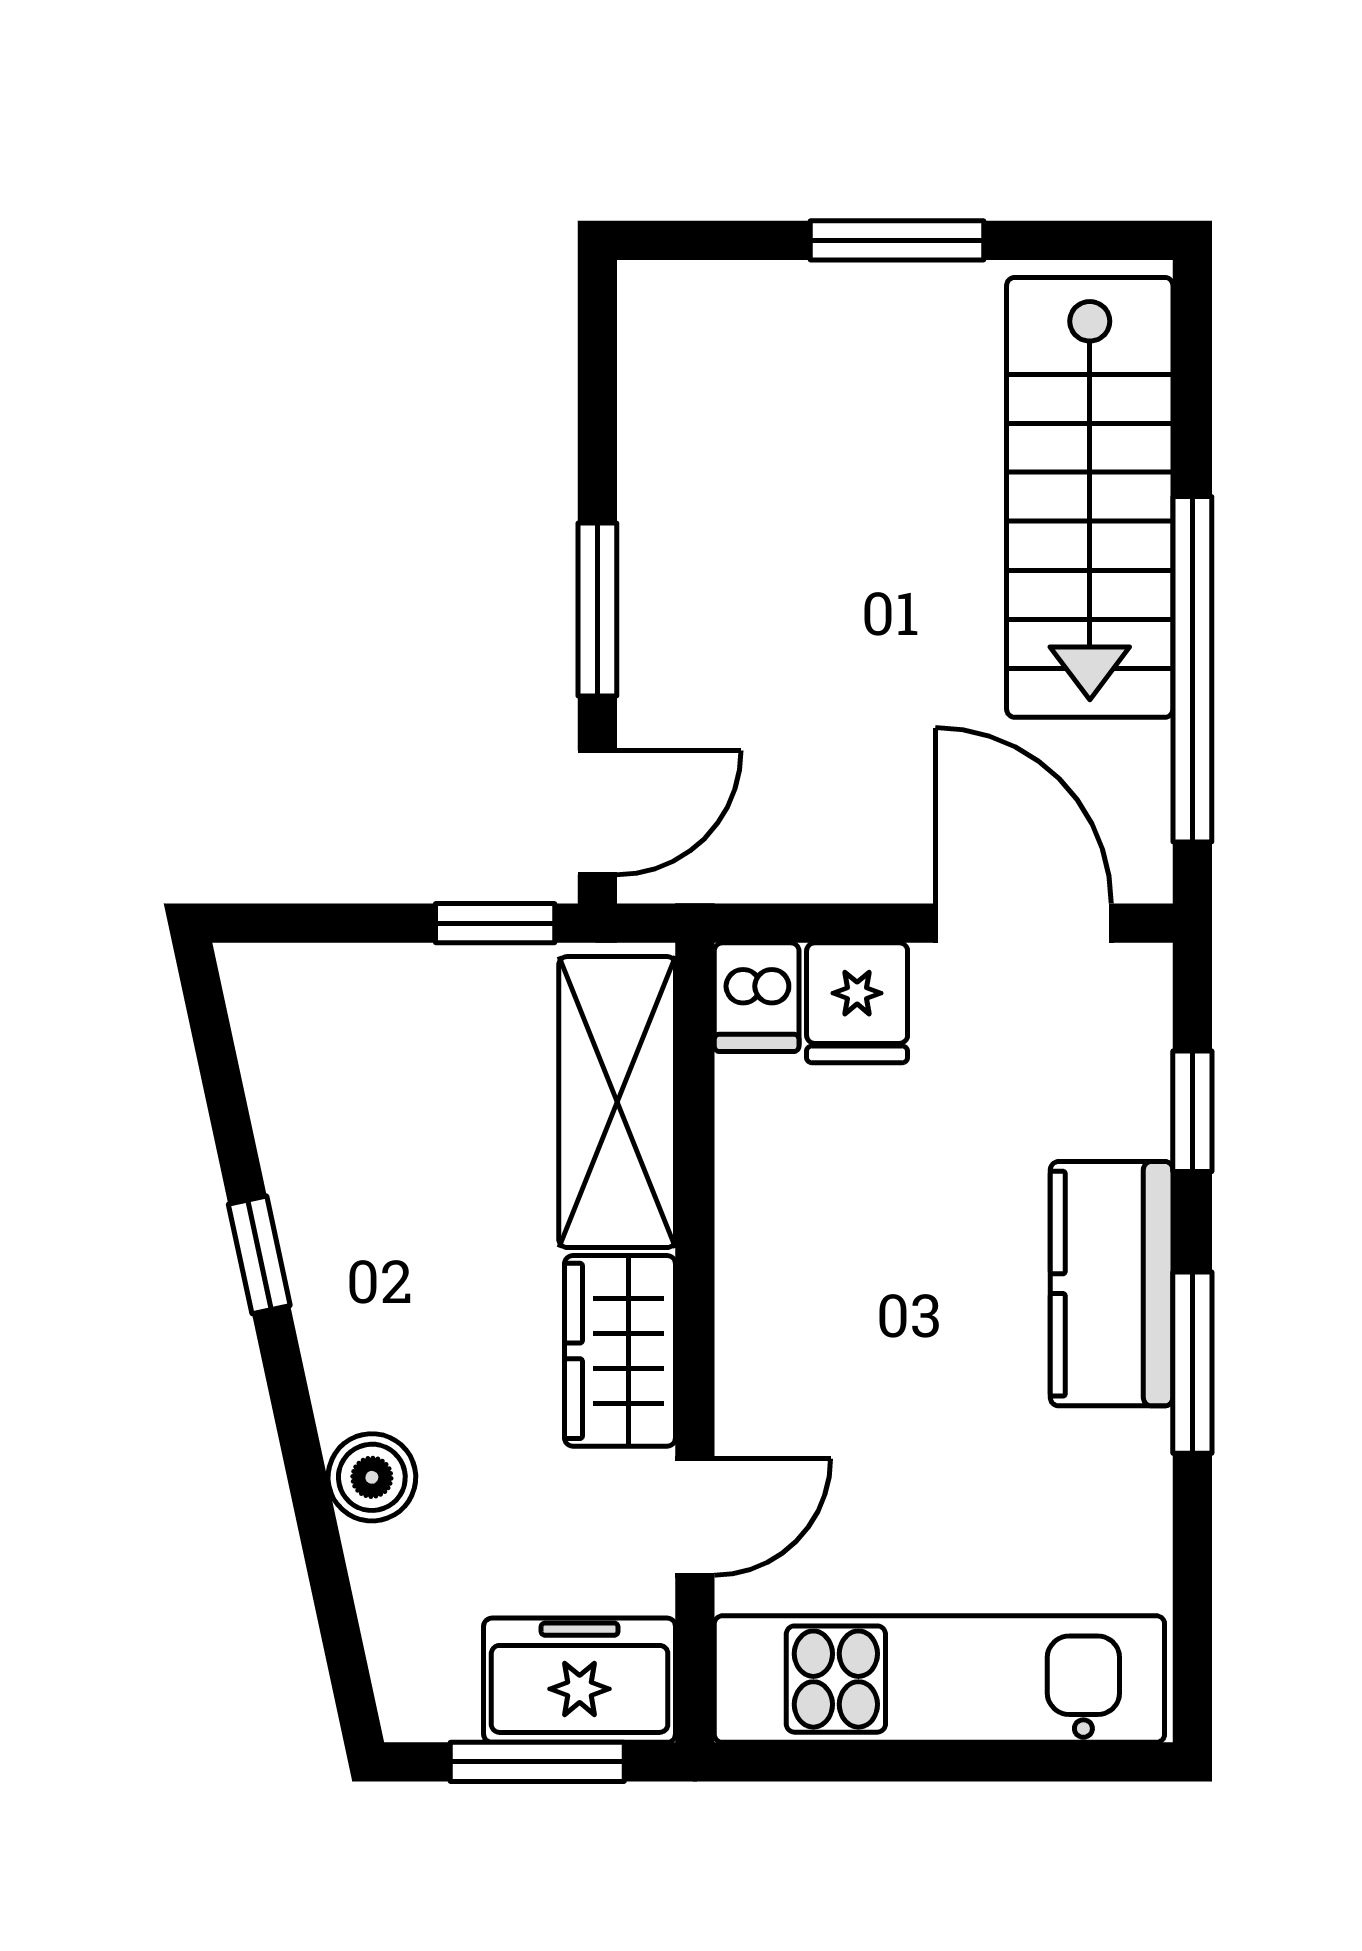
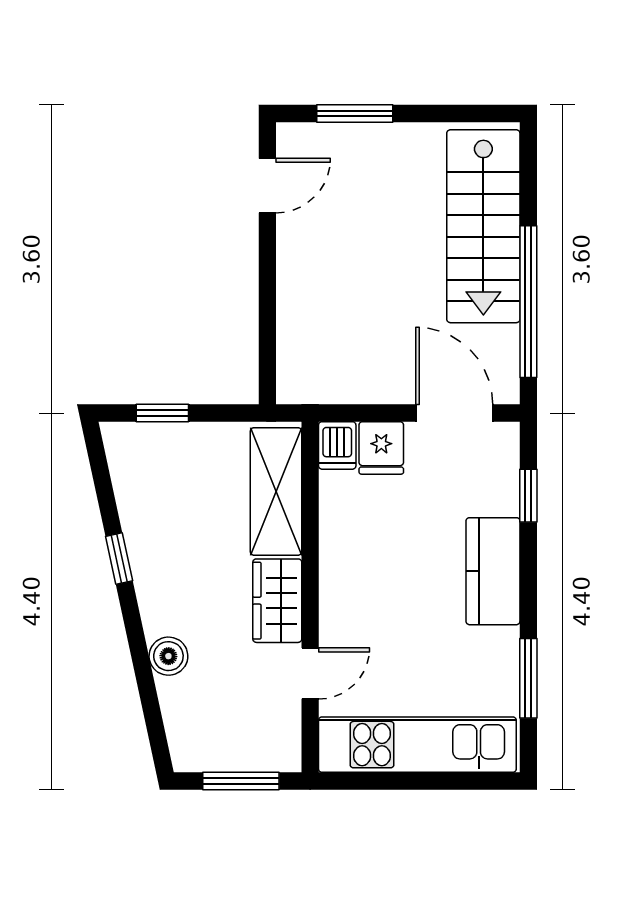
window: (897, 240) -> (355, 113), moved
window: (597, 609) -> (267, 275), removed
door: (597, 812) -> (267, 186), moved
window: (495, 923) -> (162, 413), moved
window: (1192, 1363) -> (528, 678), moved
freezer: (580, 1680) -> (260, 745), removed

